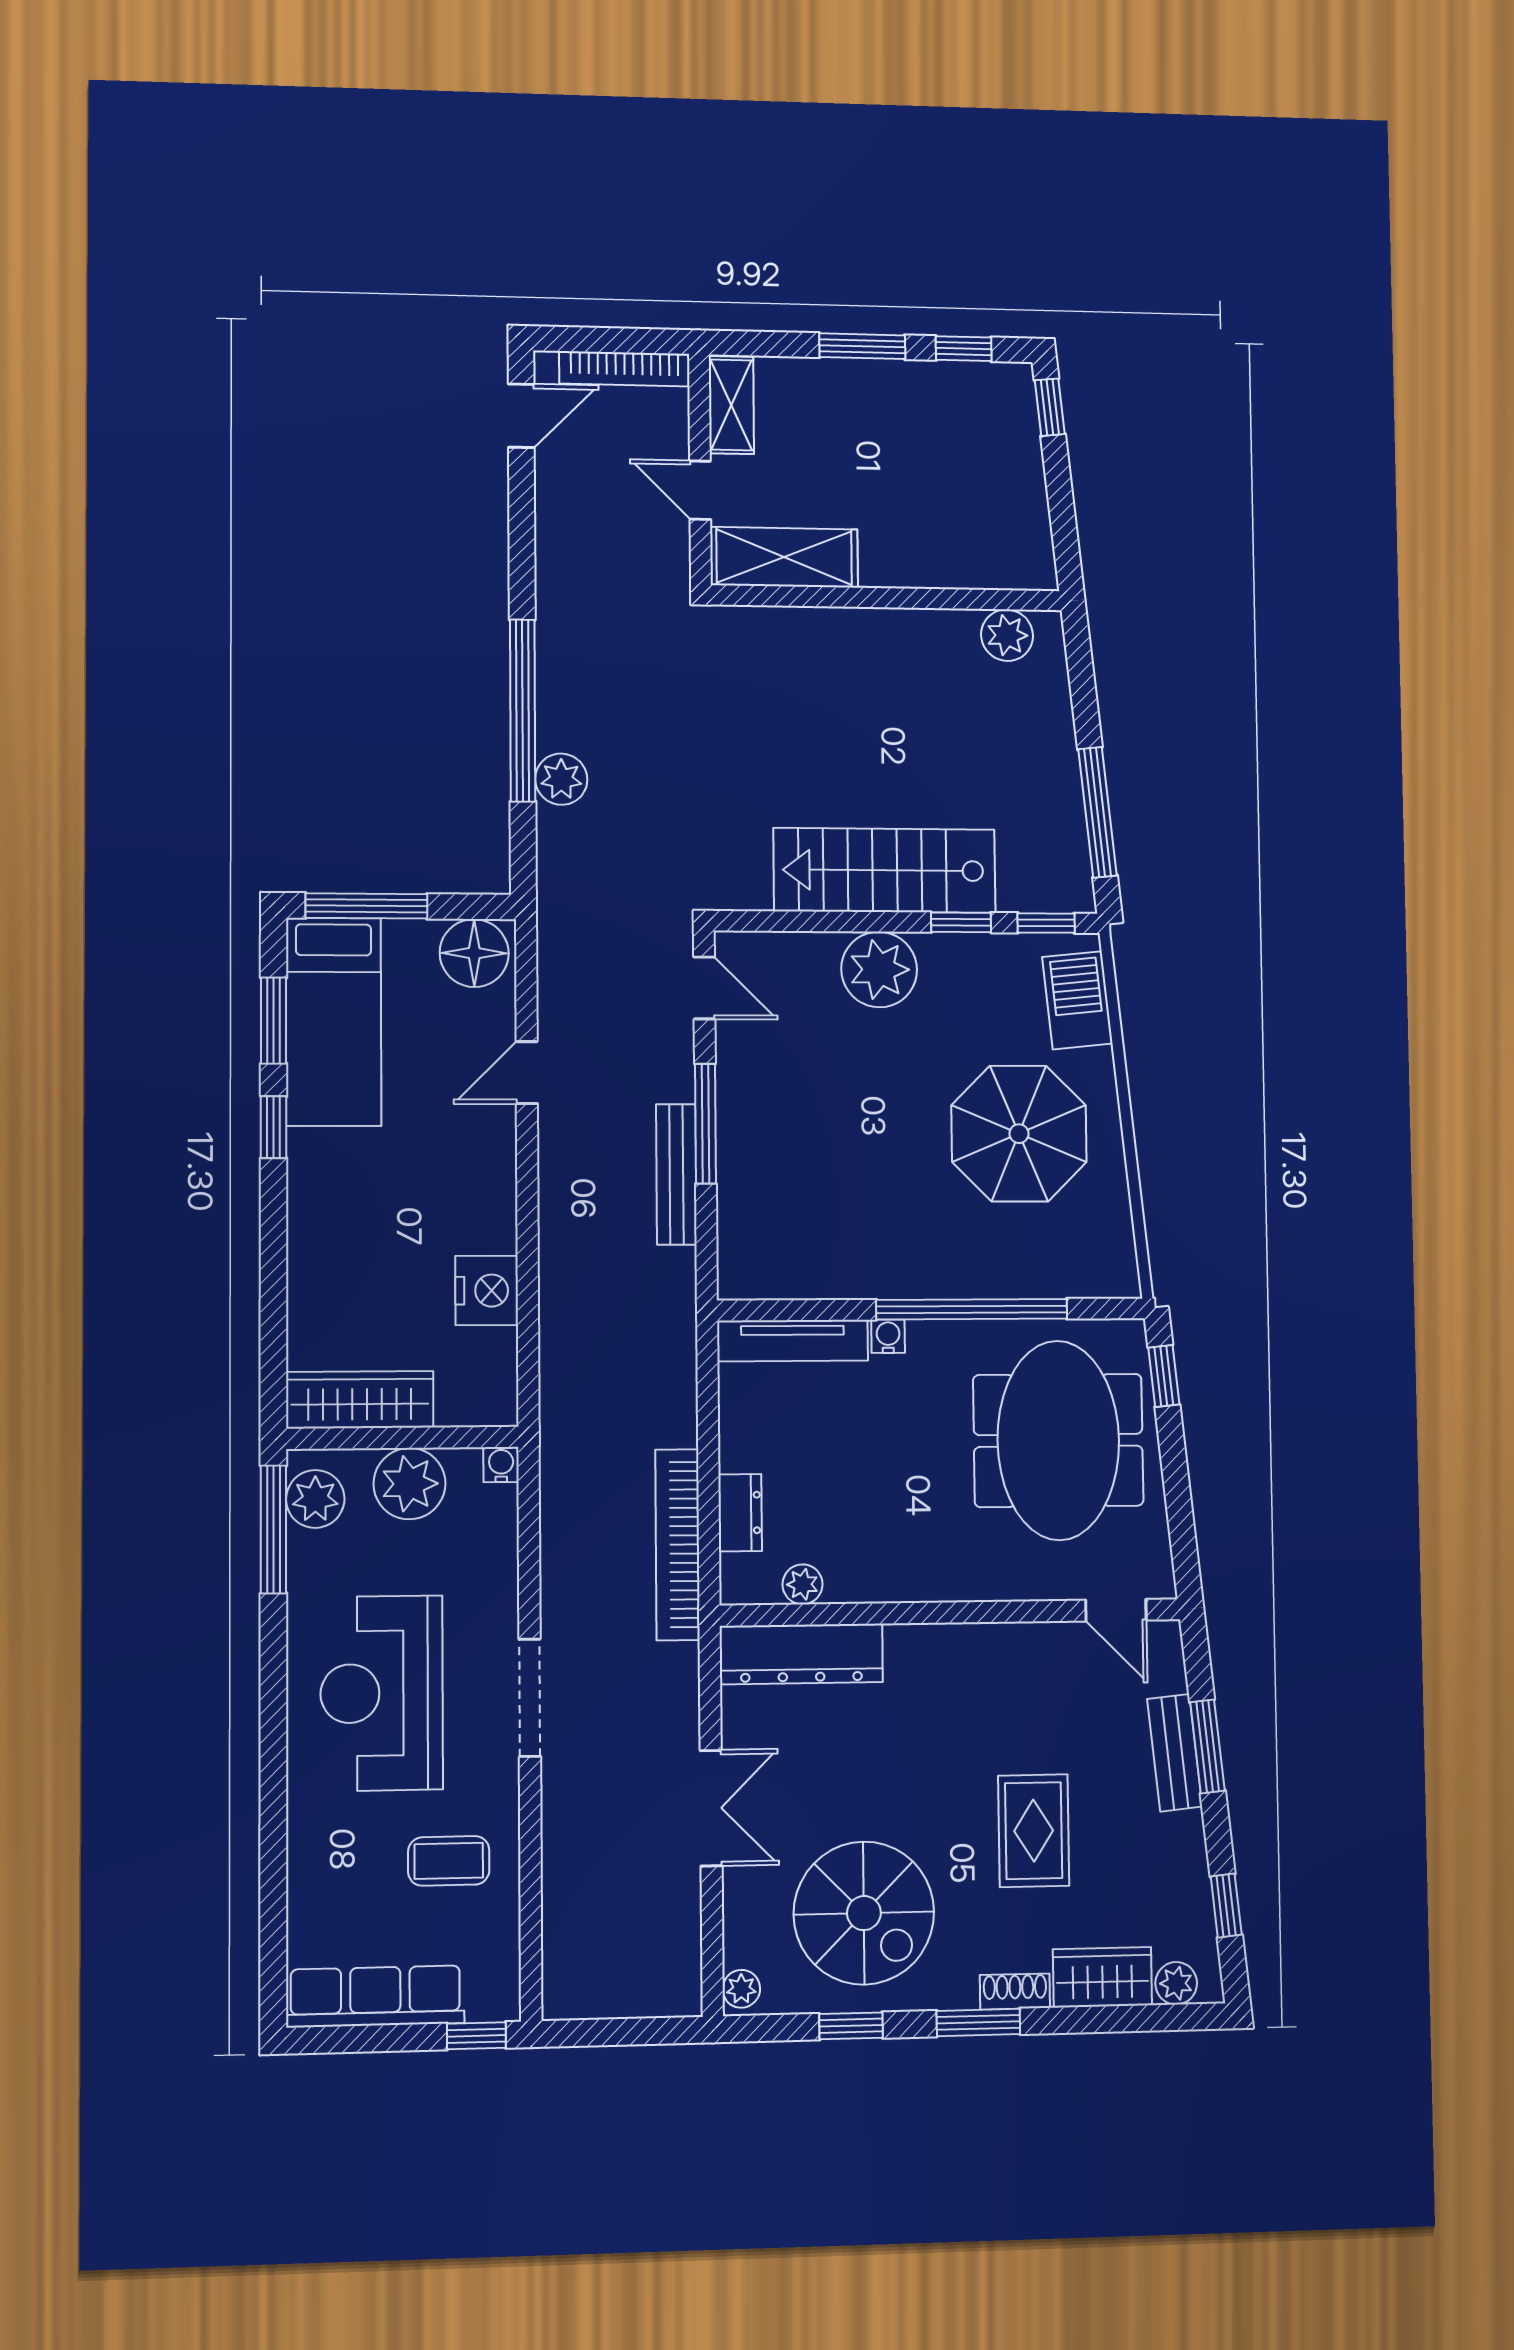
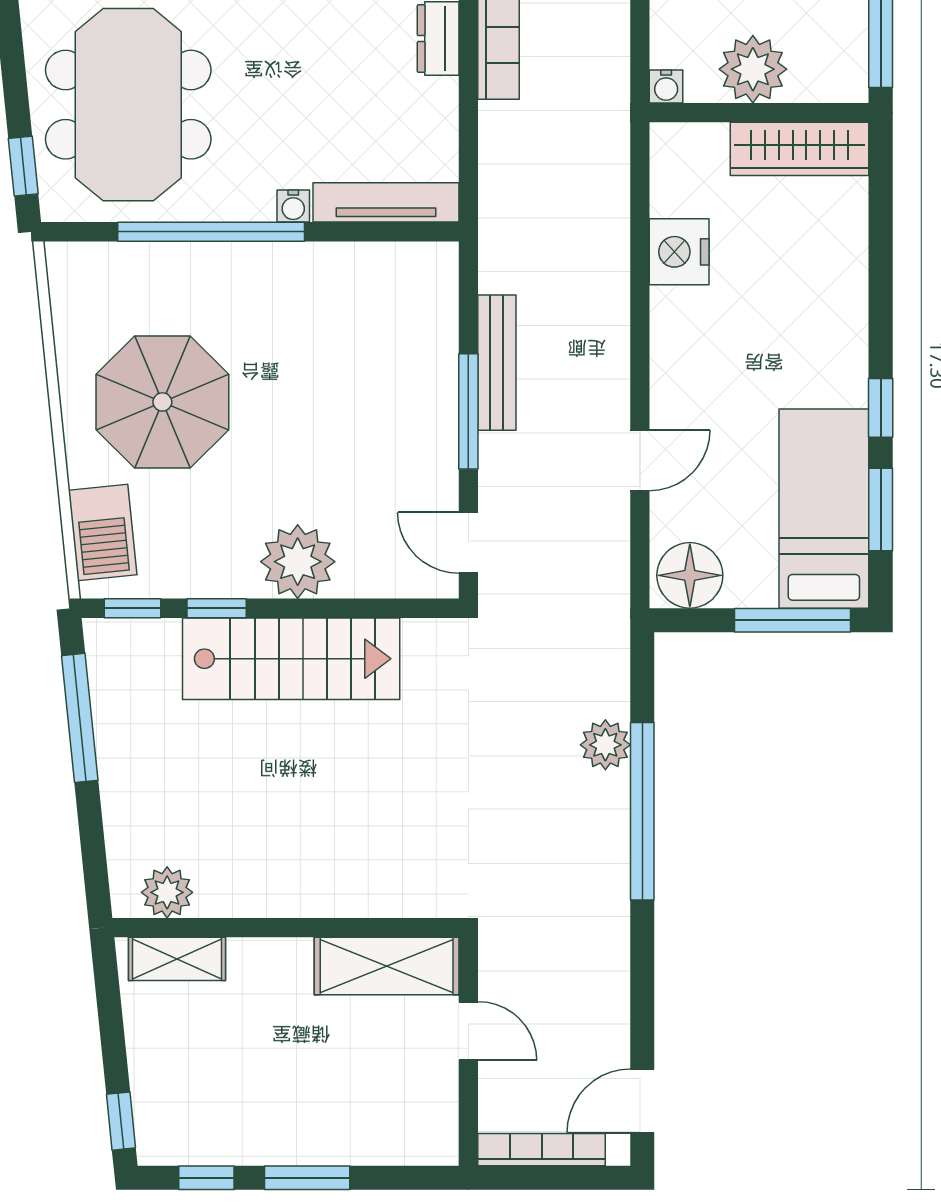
shelving: (731, 405) -> (177, 959), moved, turned 90
plant: (315, 1499) -> (841, 56), removed

